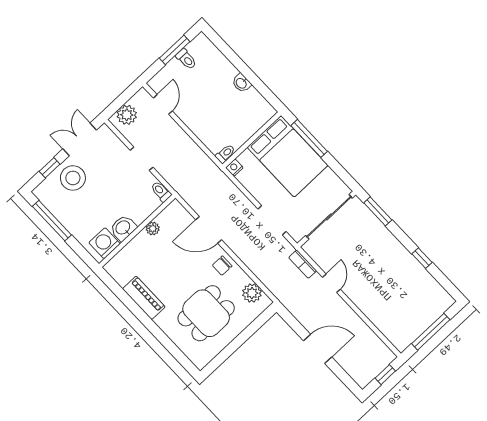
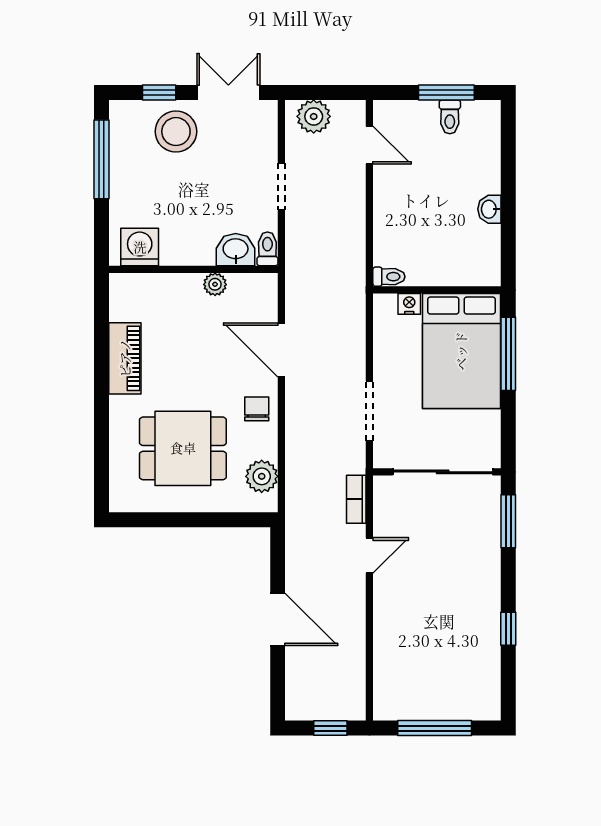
door: (163, 104) -> (369, 145), hinge flipped
nightstand: (234, 168) -> (409, 304), moved
washbasin: (123, 228) -> (236, 250), moved
chair: (222, 266) -> (257, 409), turned 90

